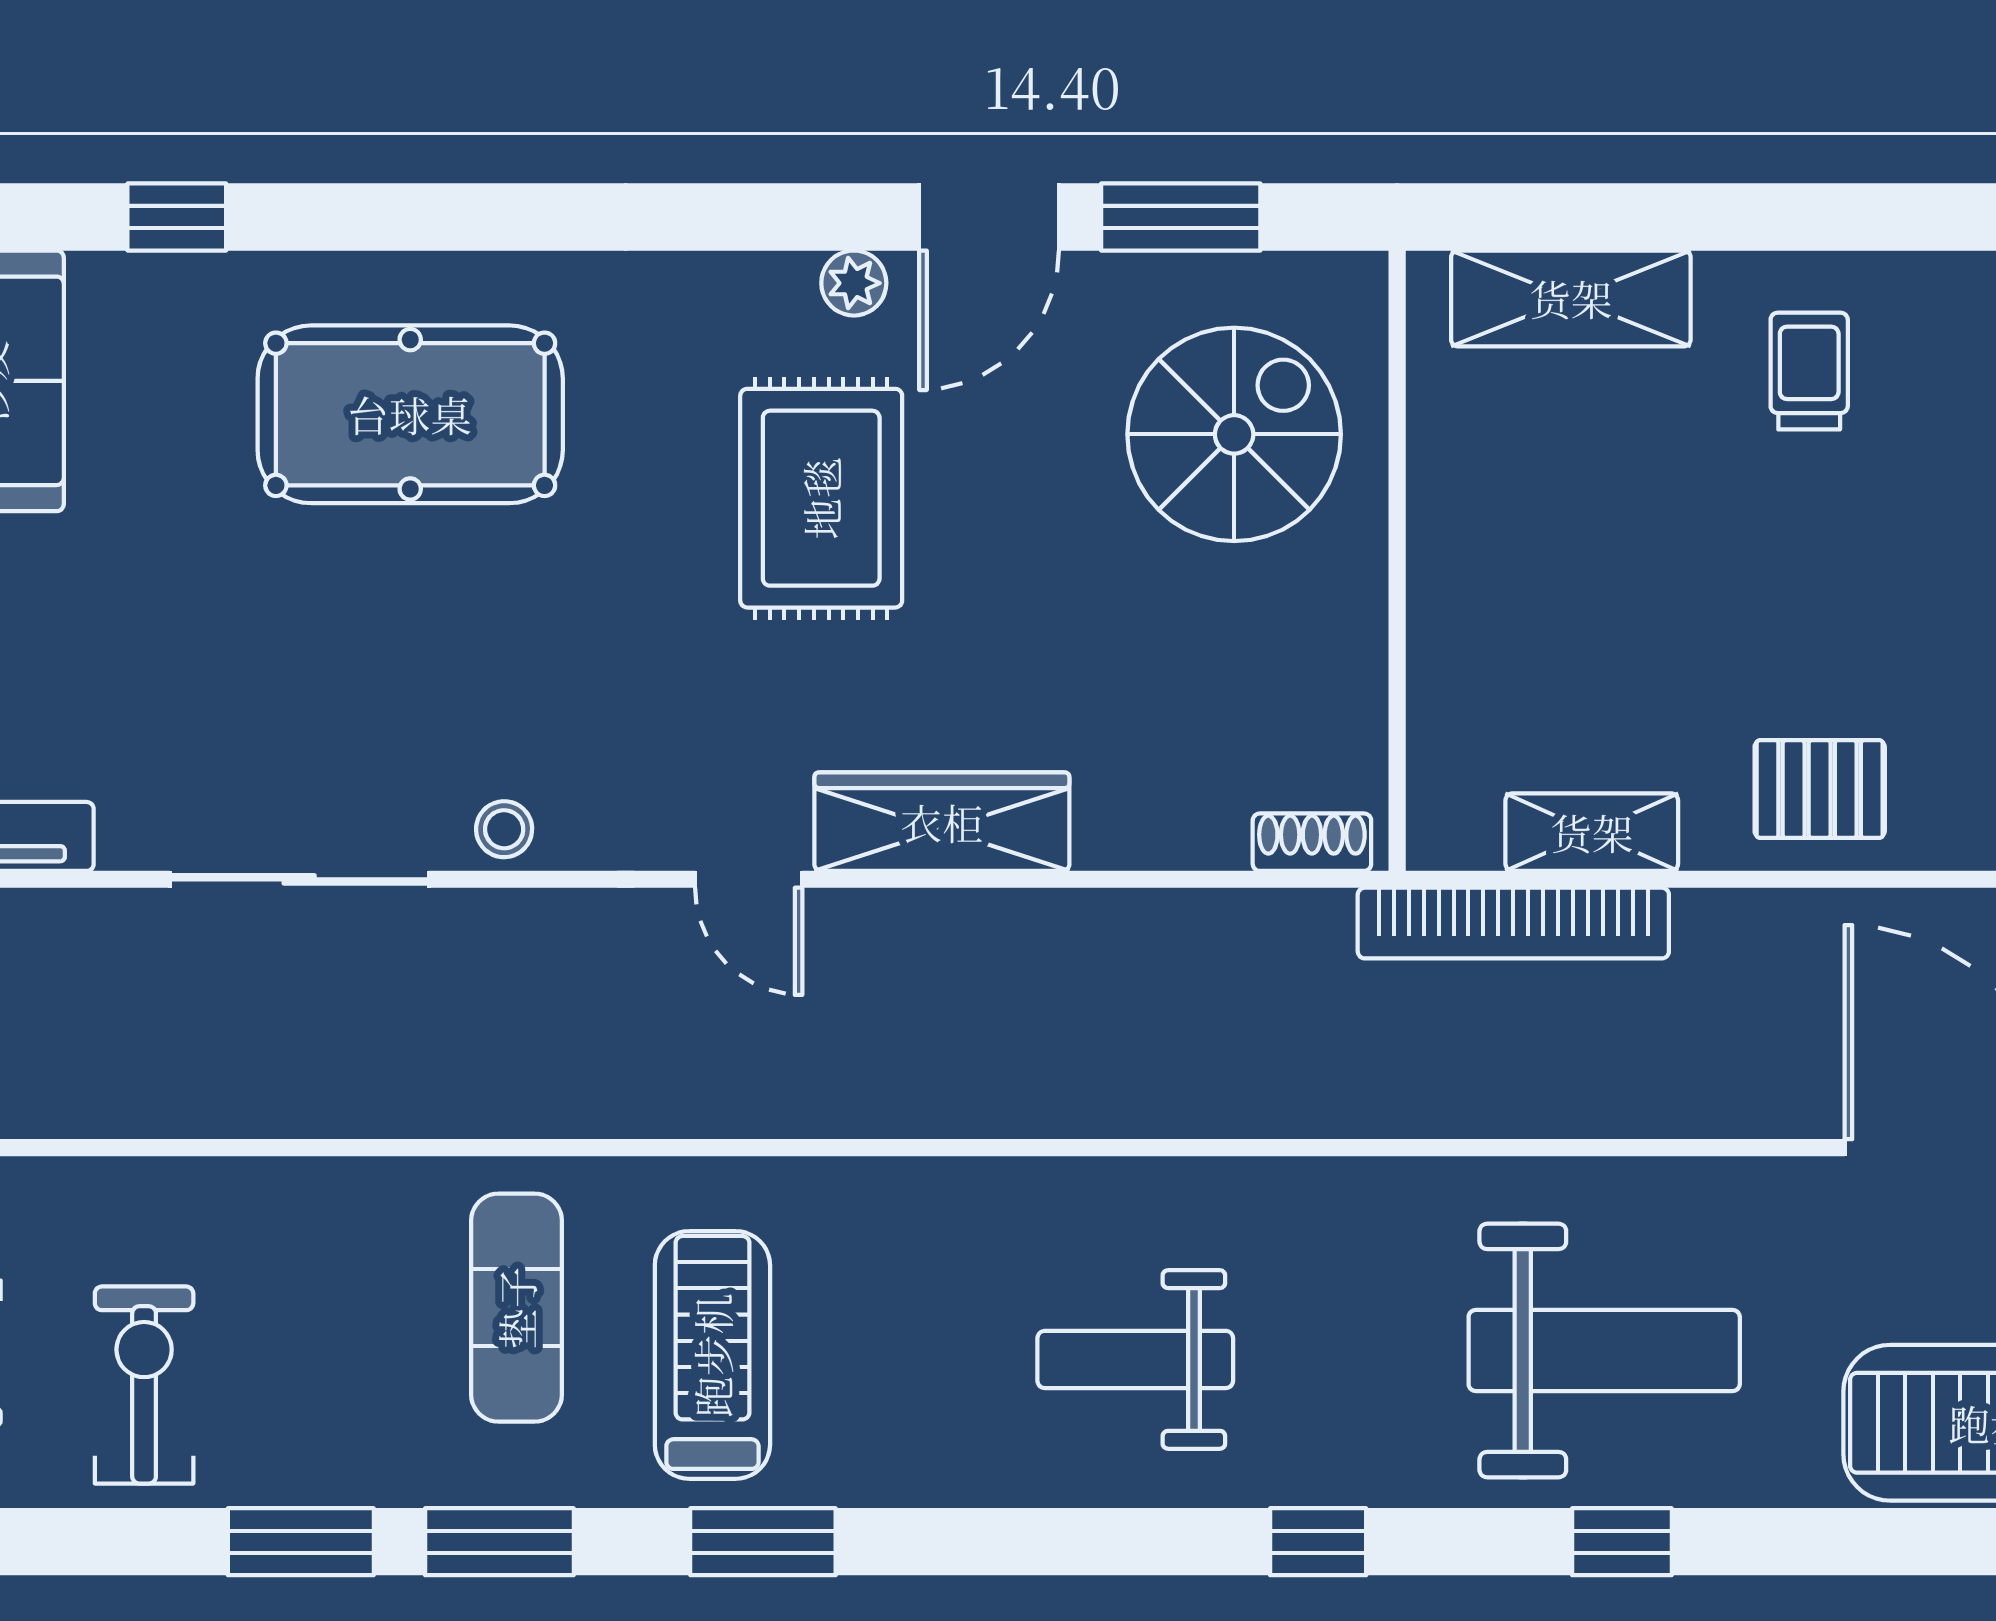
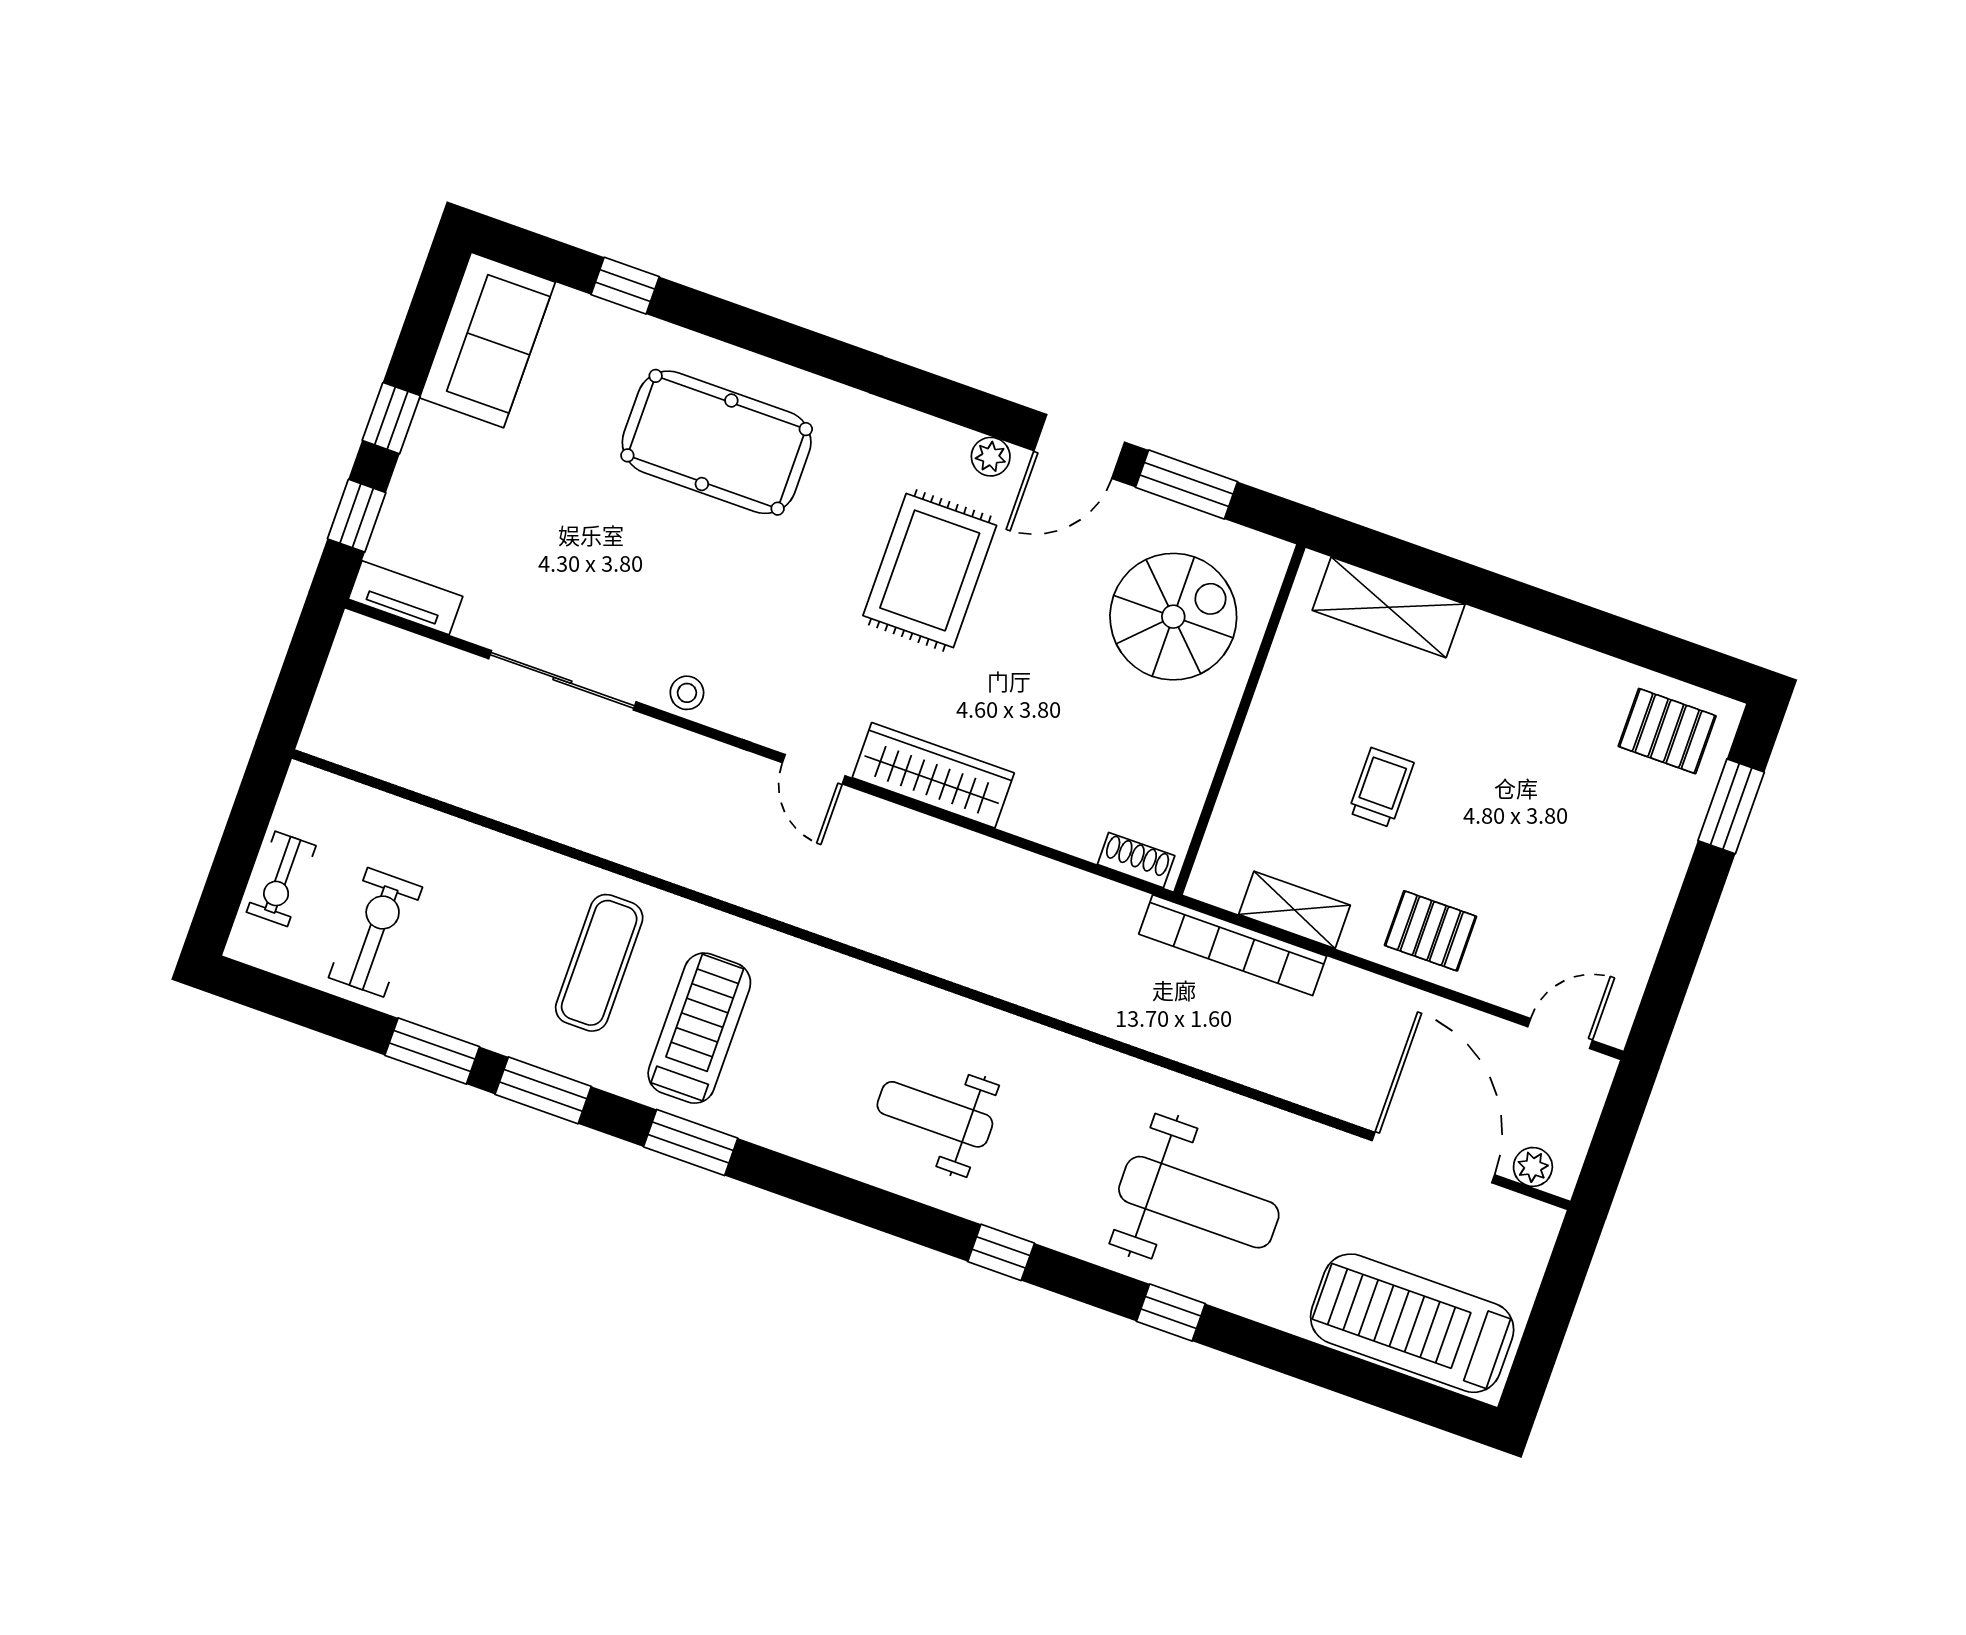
trolley: (1809, 371) -> (1381, 788), moved

